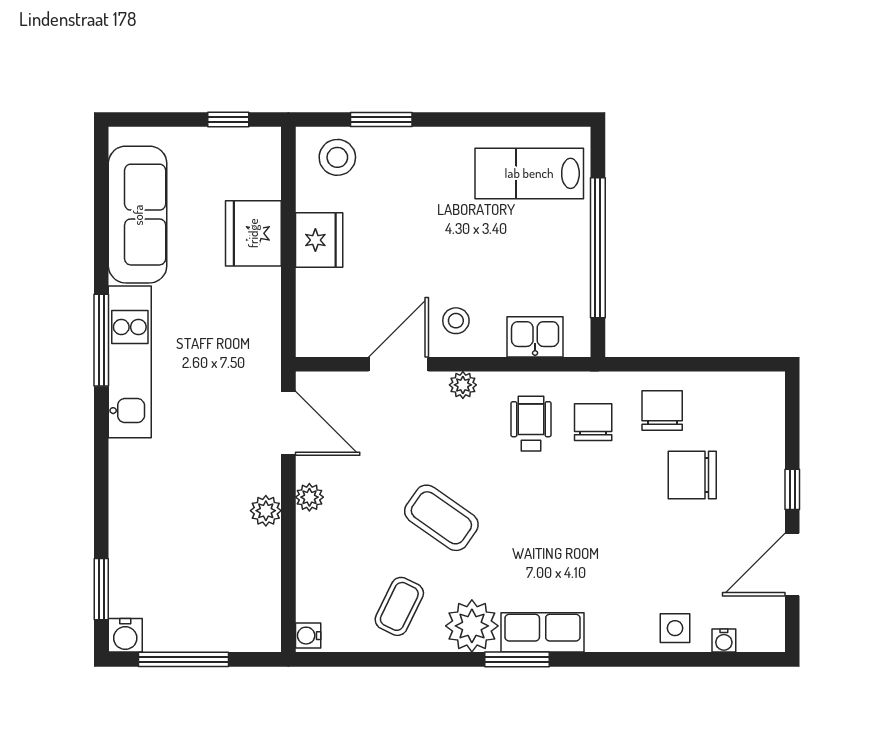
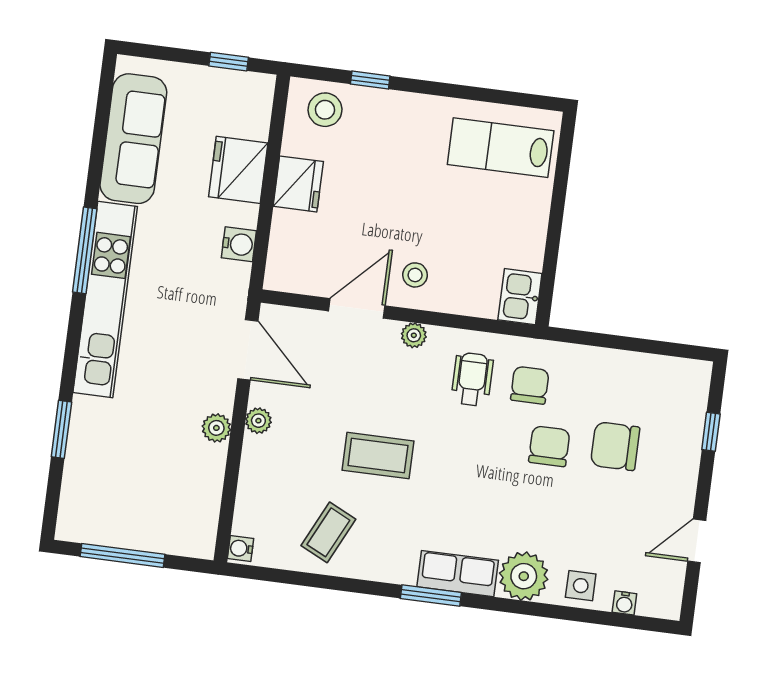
window: (381, 120) -> (370, 80), width x0.67
window: (598, 248) -> (555, 225), removed
kitchen sink: (535, 337) -> (520, 297), moved, turned -90
kitchen unit: (130, 362) -> (105, 300), width x1.36
chair: (662, 411) -> (549, 446), moved
window: (792, 489) -> (711, 432), moved
coffee table: (441, 518) -> (378, 456), turned -35
door: (792, 565) -> (697, 541), width x0.73
window: (101, 589) -> (61, 429), moved
plant: (472, 626) -> (524, 576), moved
water cooler: (125, 635) -> (239, 244), moved, turned -90

